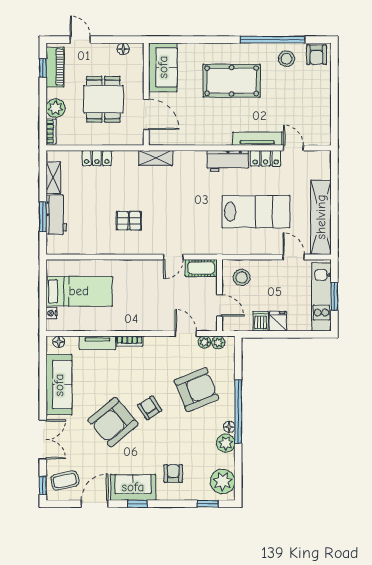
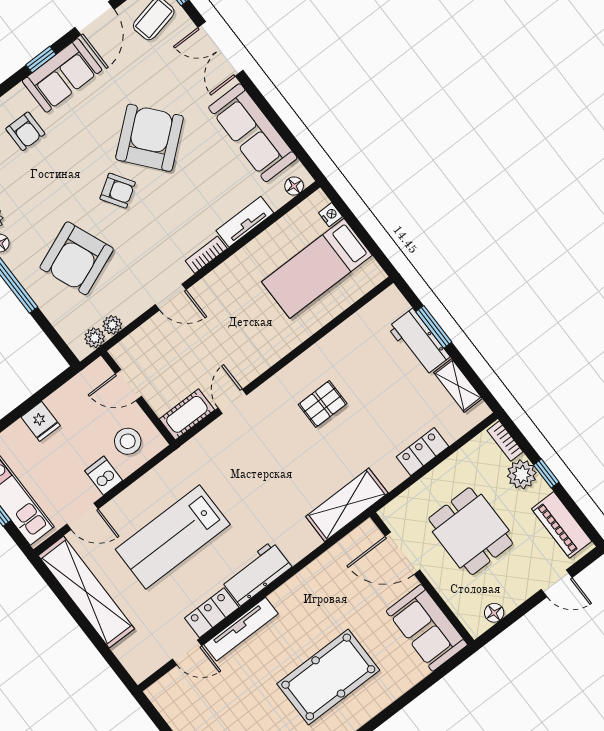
window: (43, 68) -> (546, 474), moved
shelving: (156, 158) -> (347, 505), width x1.50, depth x1.33
dishwasher: (261, 321) -> (104, 476), moved, turned 180
door: (186, 334) -> (171, 297), moved

